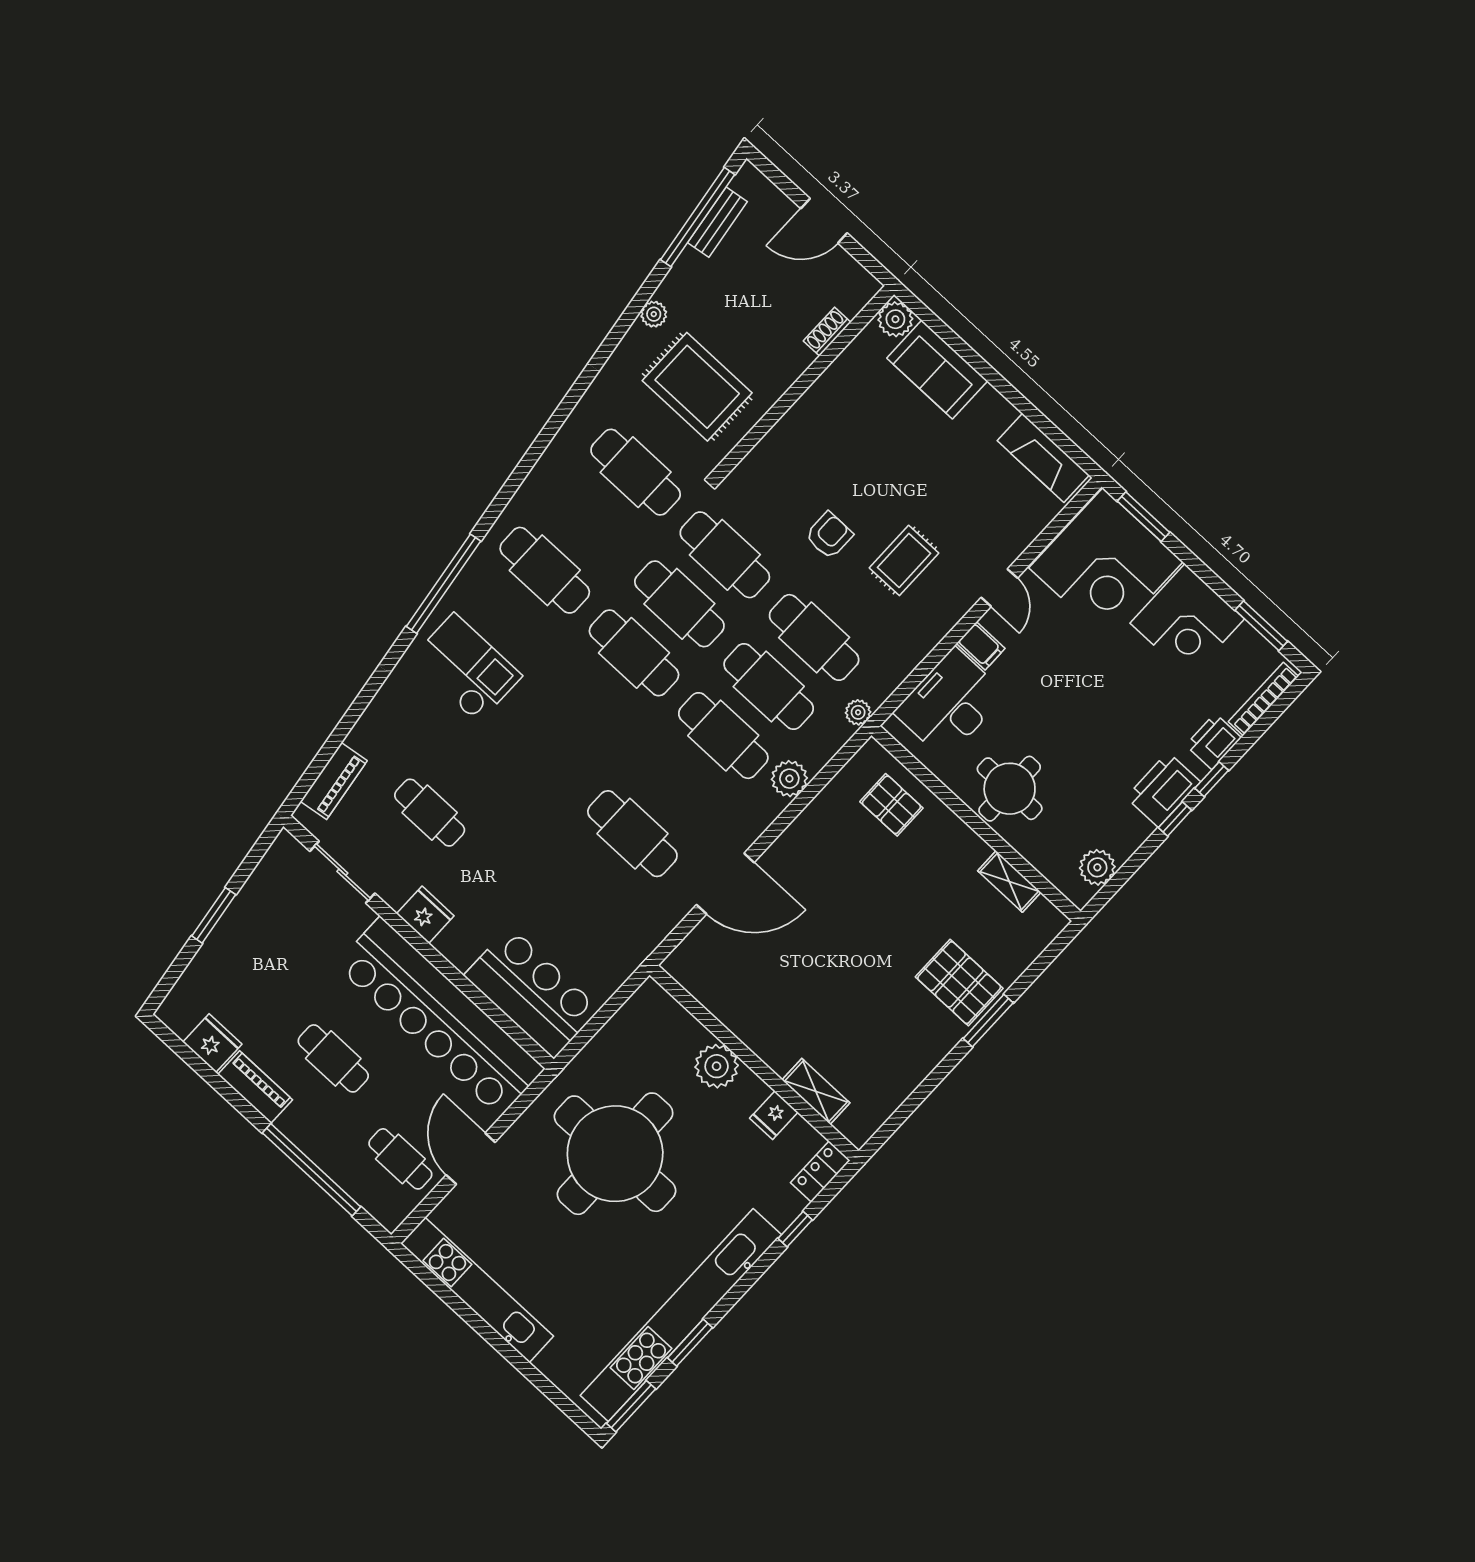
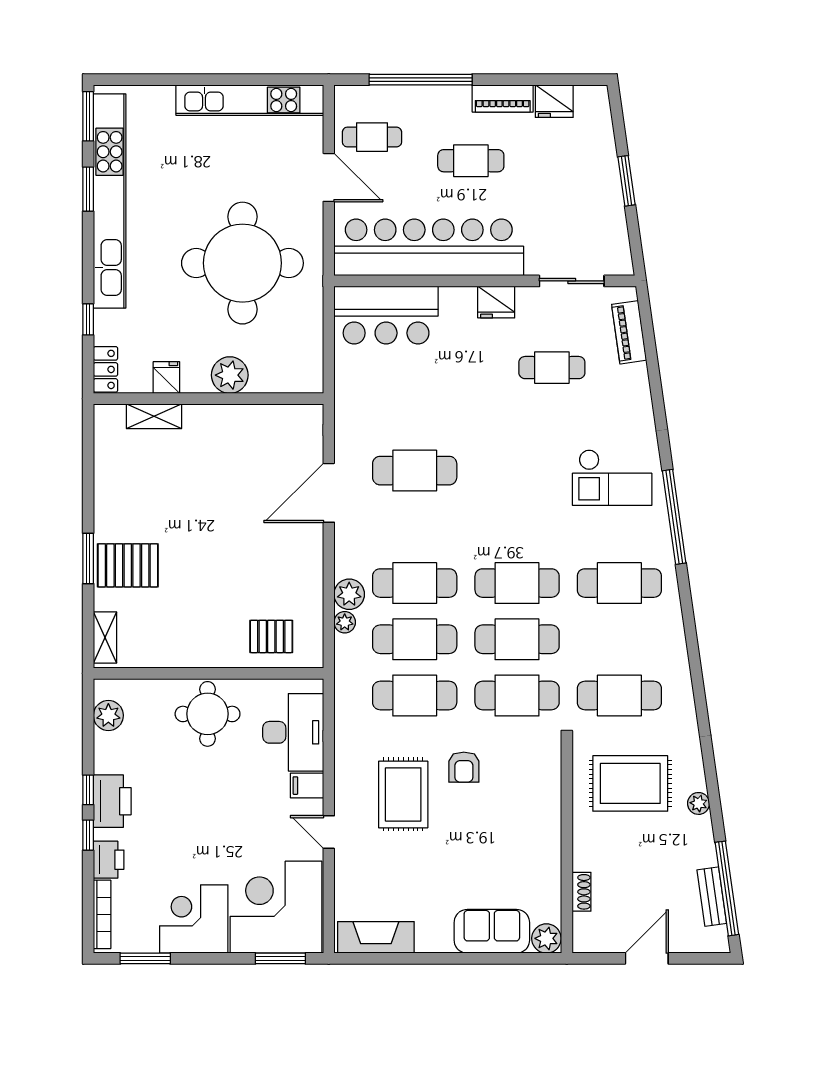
rug: (904, 560) -> (403, 794), width x1.36, depth x1.43
plant: (858, 712) -> (345, 622), moved
shelving: (1009, 881) -> (105, 638), moved, turned 90

